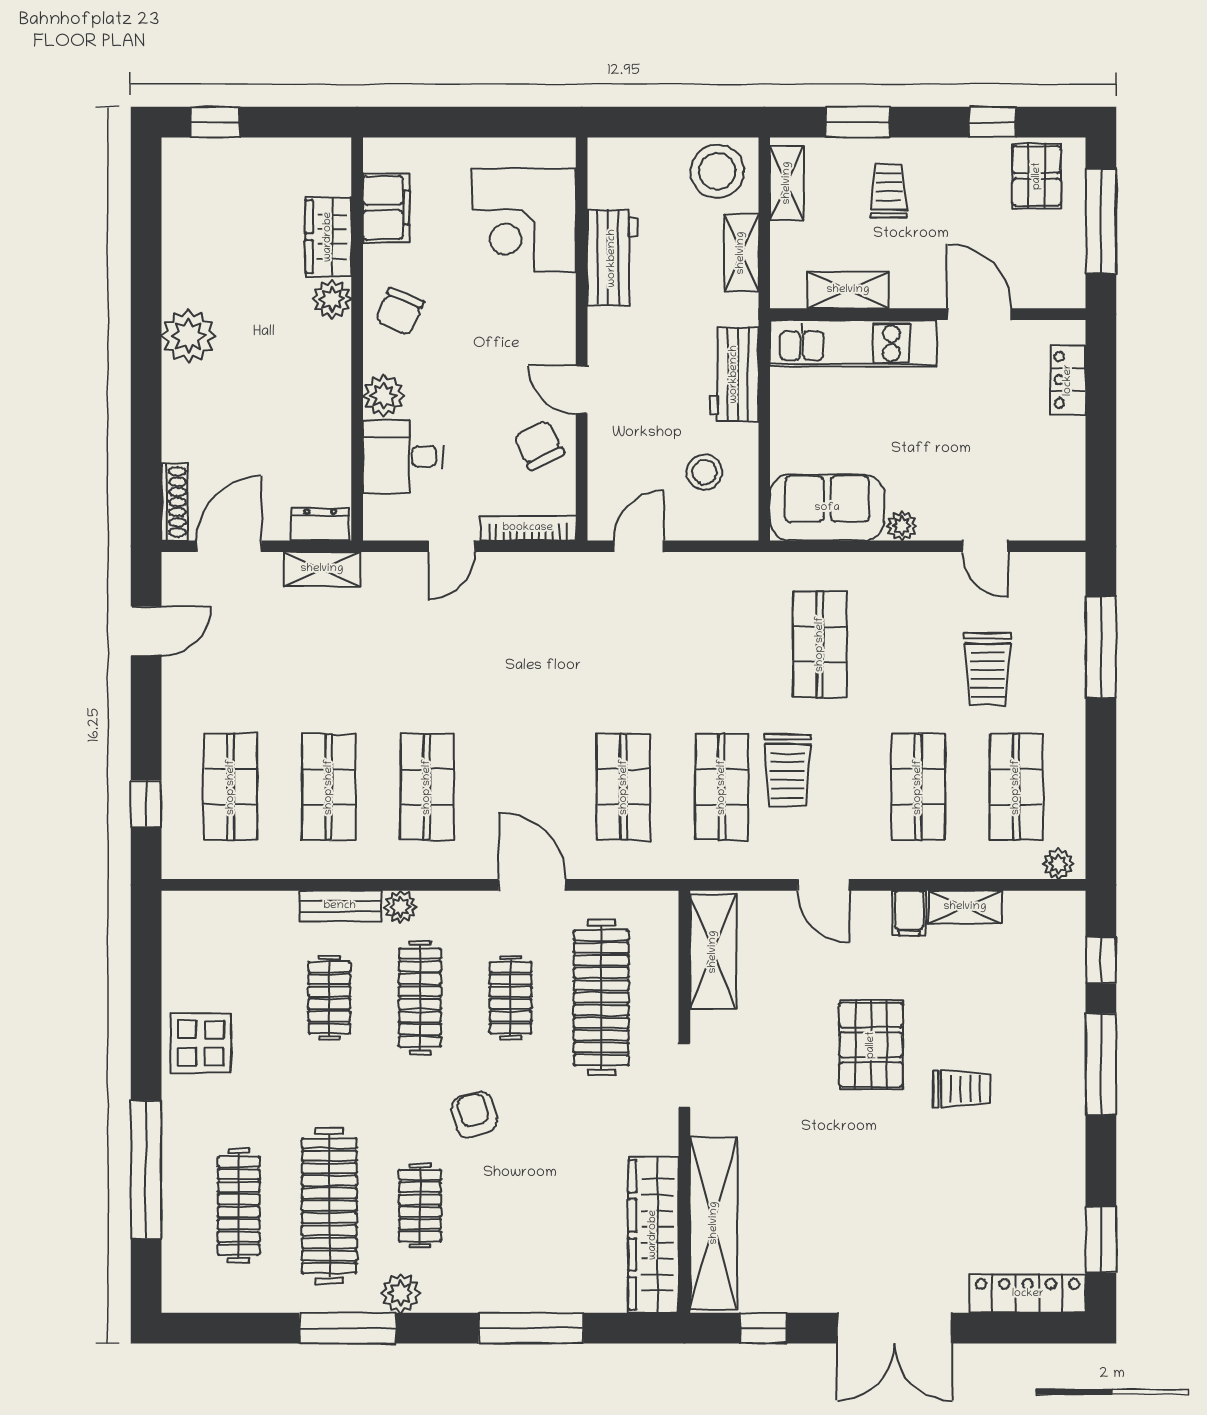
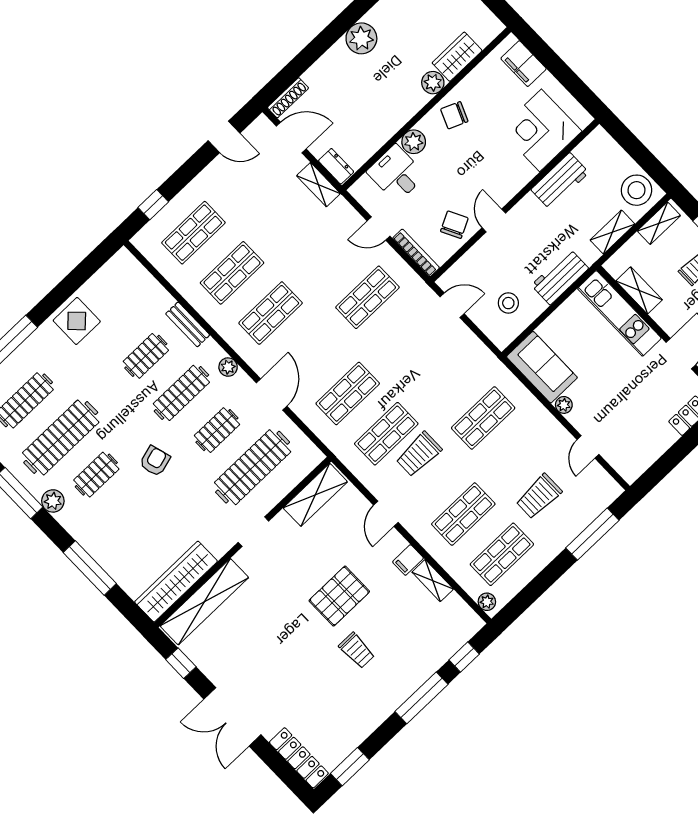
filing cabinet: (386, 208) -> (524, 64), moved, turned 90
shop shelf: (525, 644) -> (367, 297), added
plant: (400, 907) -> (228, 367), moved

